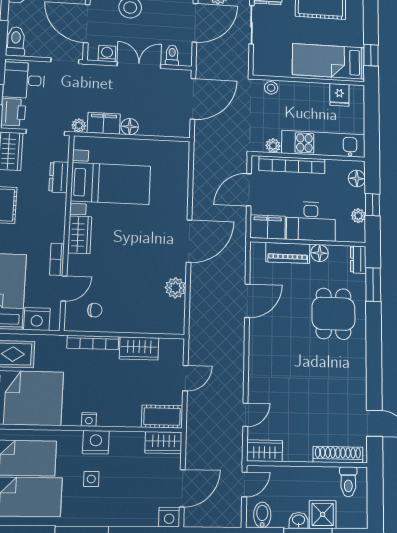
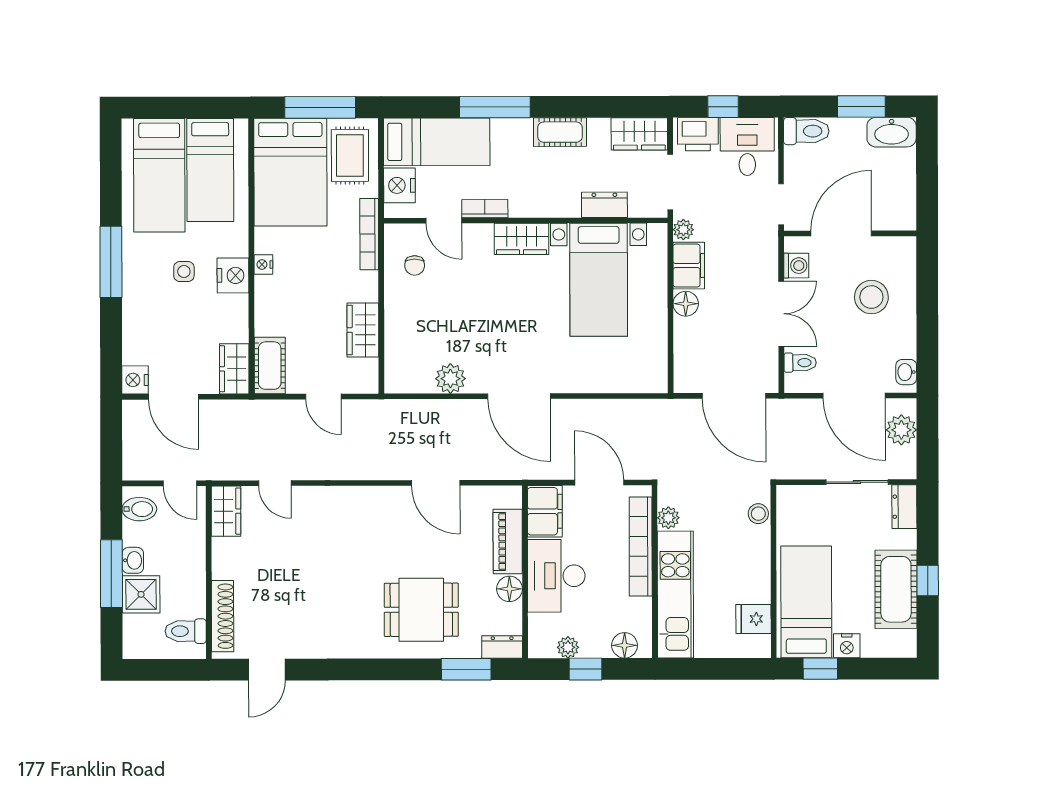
nightstand: (356, 38) -> (847, 646), added
bookcase: (93, 342) -> (369, 234), moved

